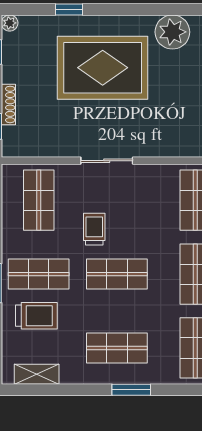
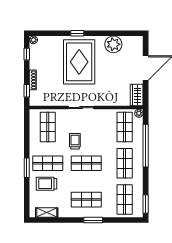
window: (69, 9) -> (77, 33), moved
rug: (103, 68) -> (79, 62), turned 90
trolley: (36, 316) -> (47, 184), turned 180

